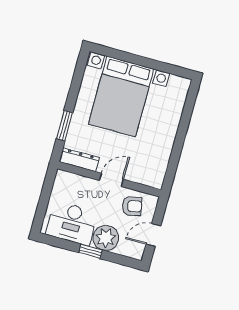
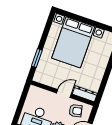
dresser: (79, 160) -> (85, 94), moved

